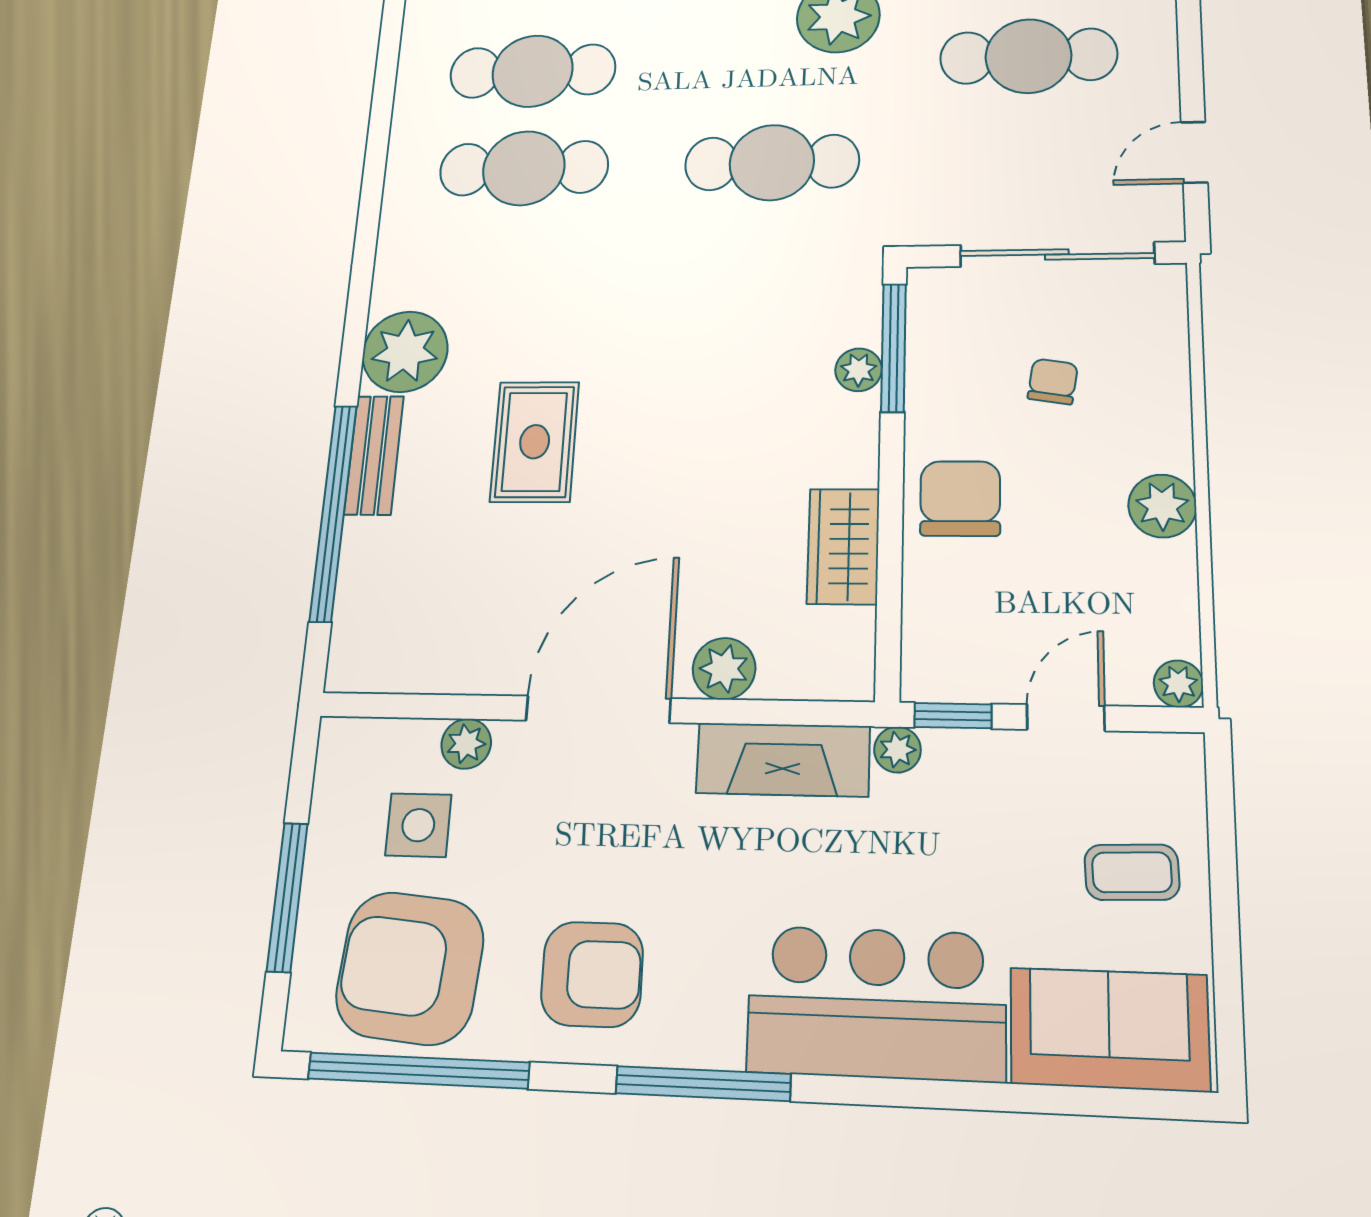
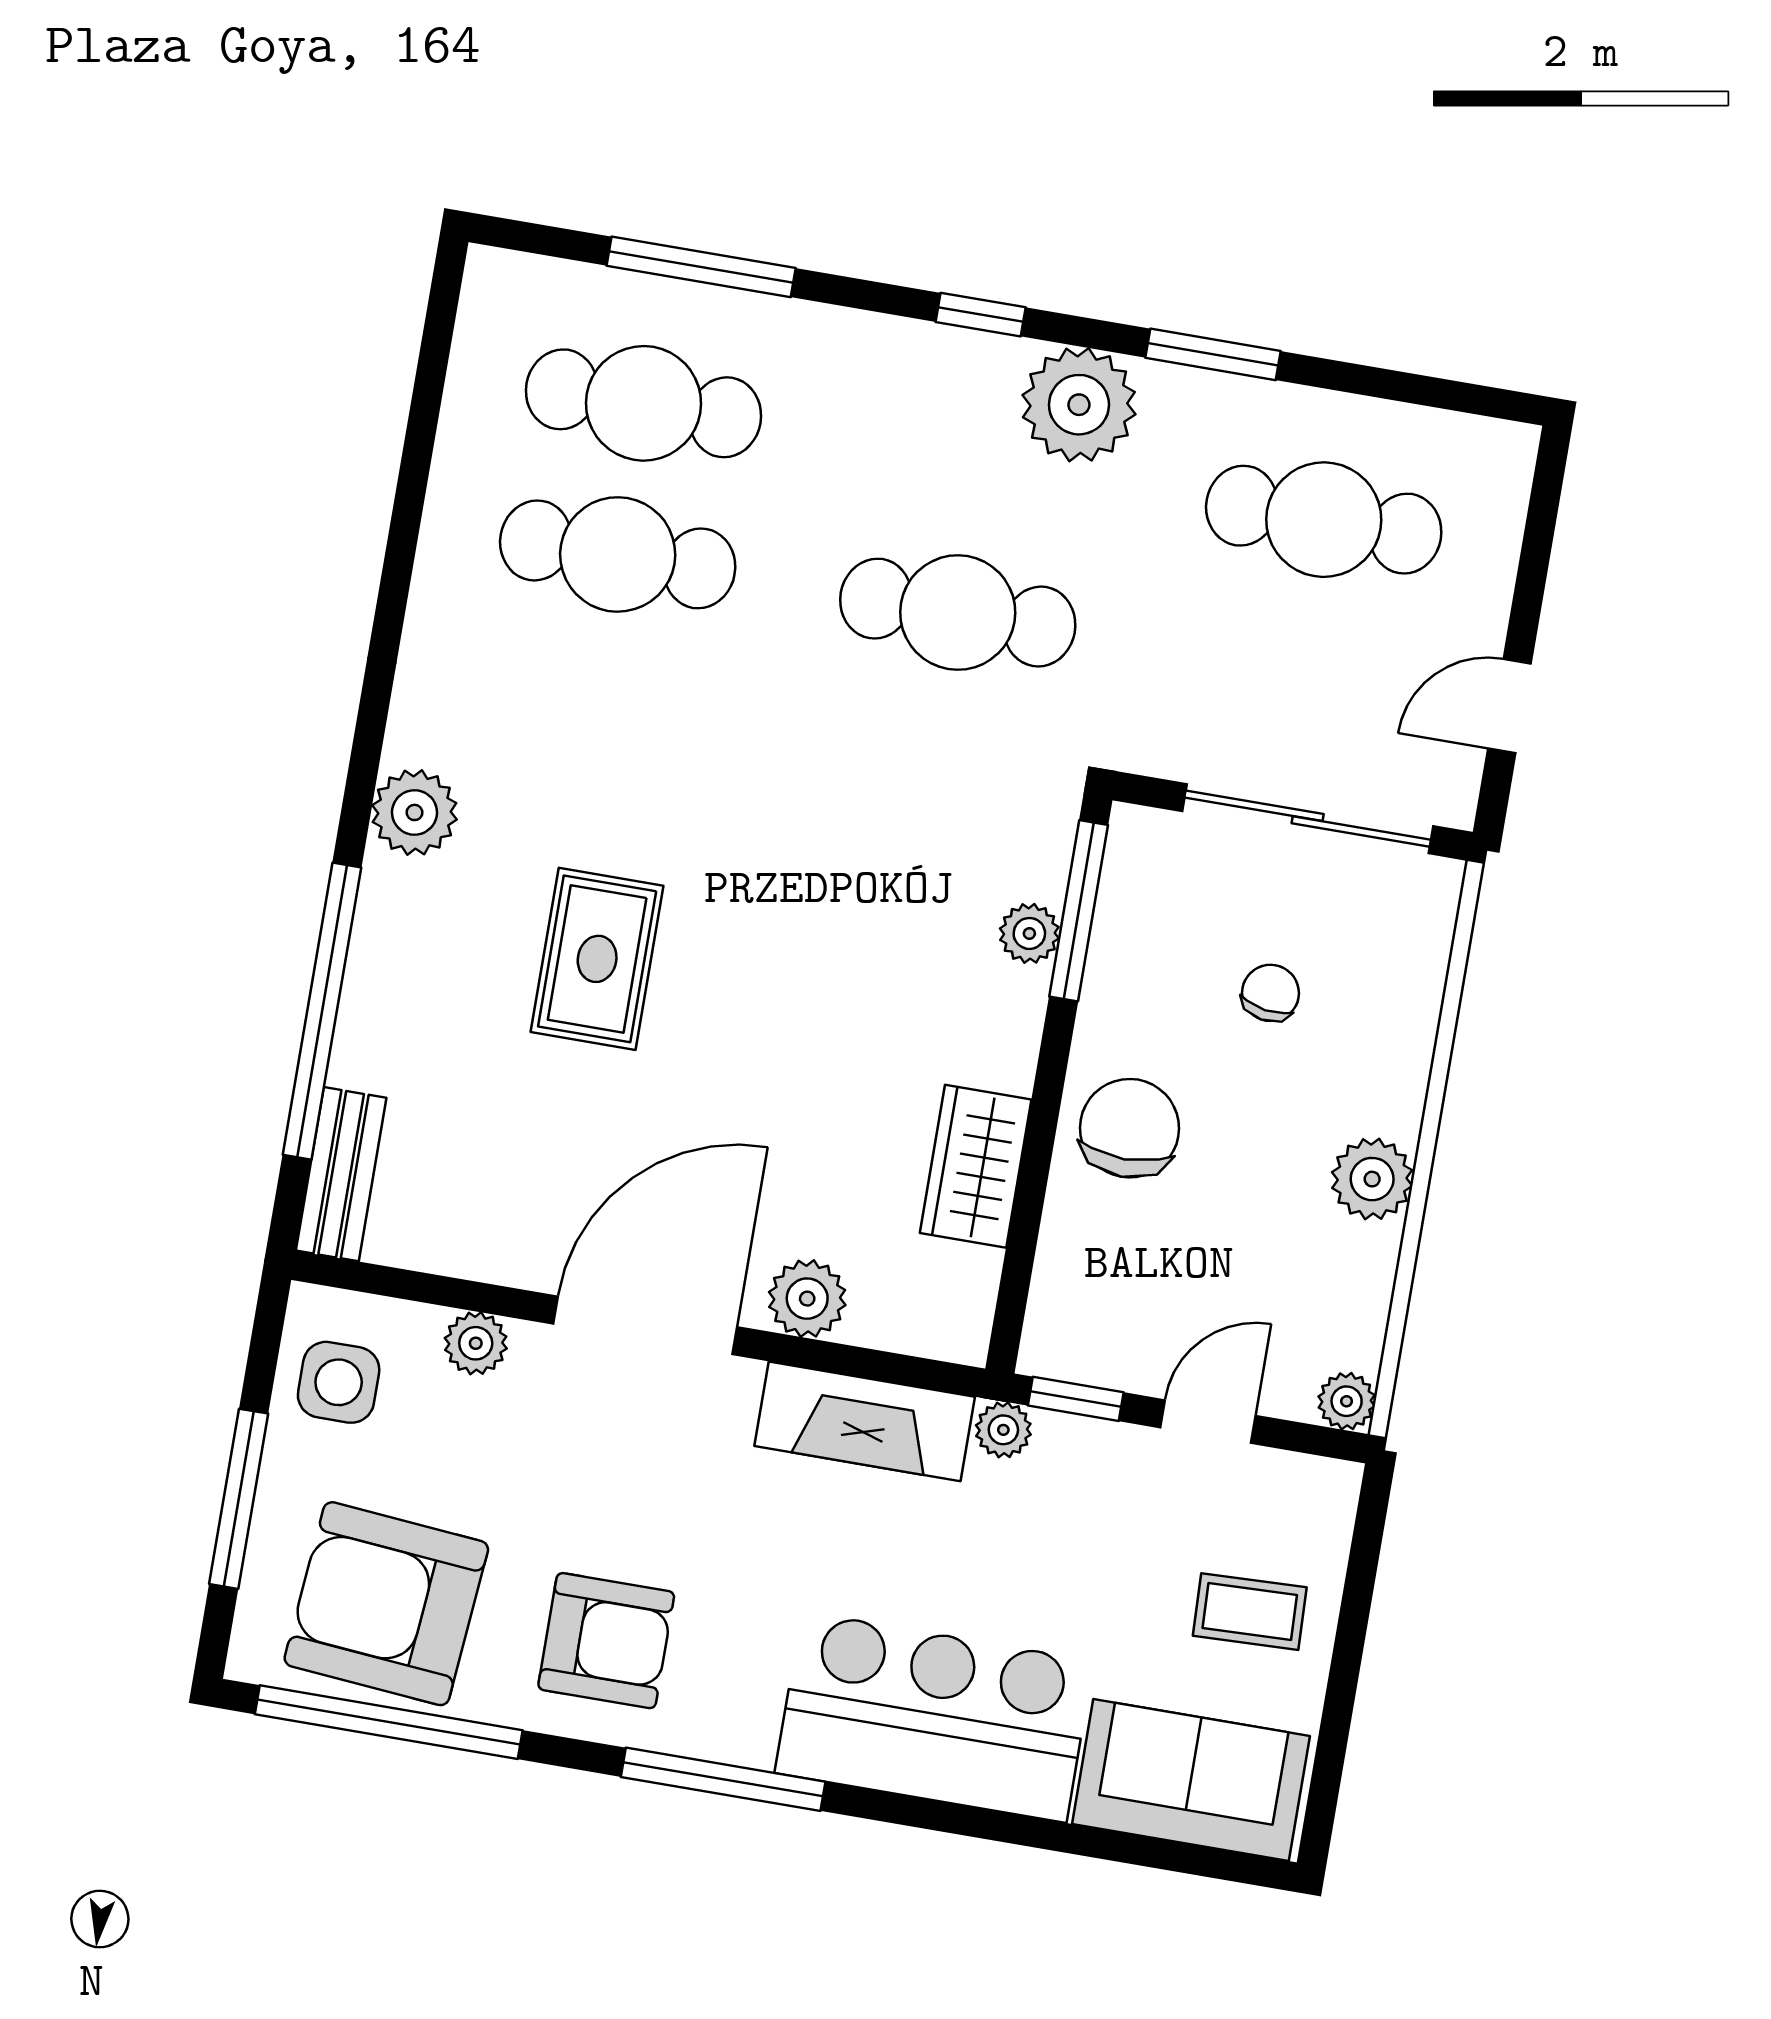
plant: (405, 352) -> (415, 812), width x0.73, depth x0.73
bench: (374, 455) -> (341, 1174), moved
side table: (418, 825) -> (339, 1382), moved

